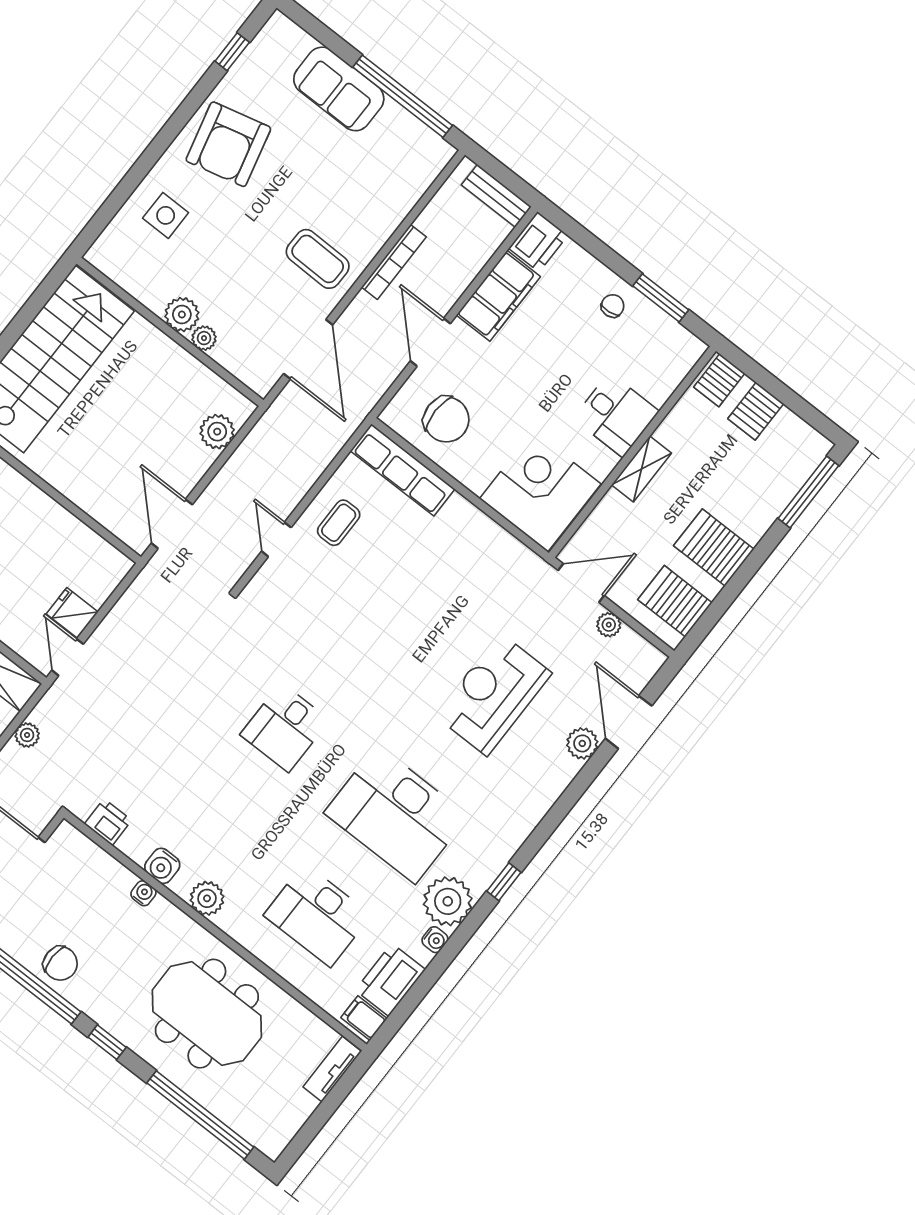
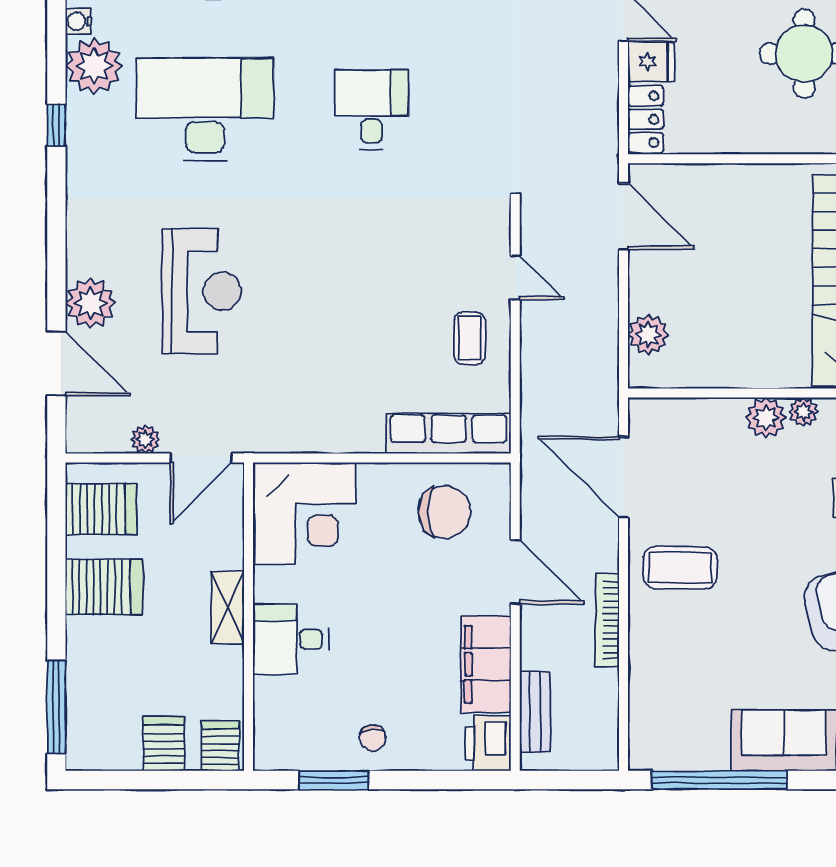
bench: (496, 196) -> (535, 712), moved, turned 90
plant: (204, 338) -> (803, 412), moved
chair: (446, 419) -> (445, 512), turned 180
locker: (106, 577) -> (646, 119), added
plant: (582, 743) -> (91, 303), width x1.36, depth x1.36

